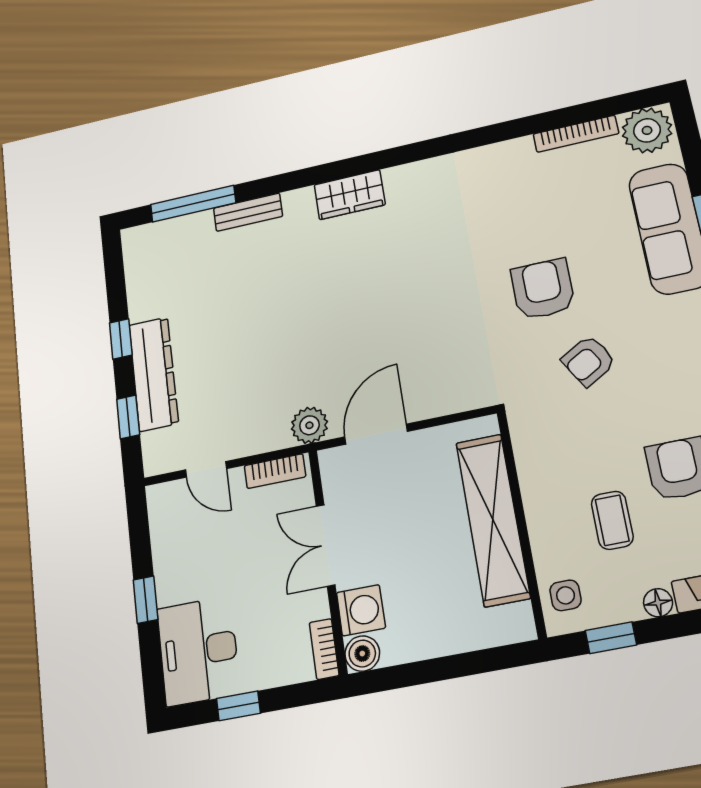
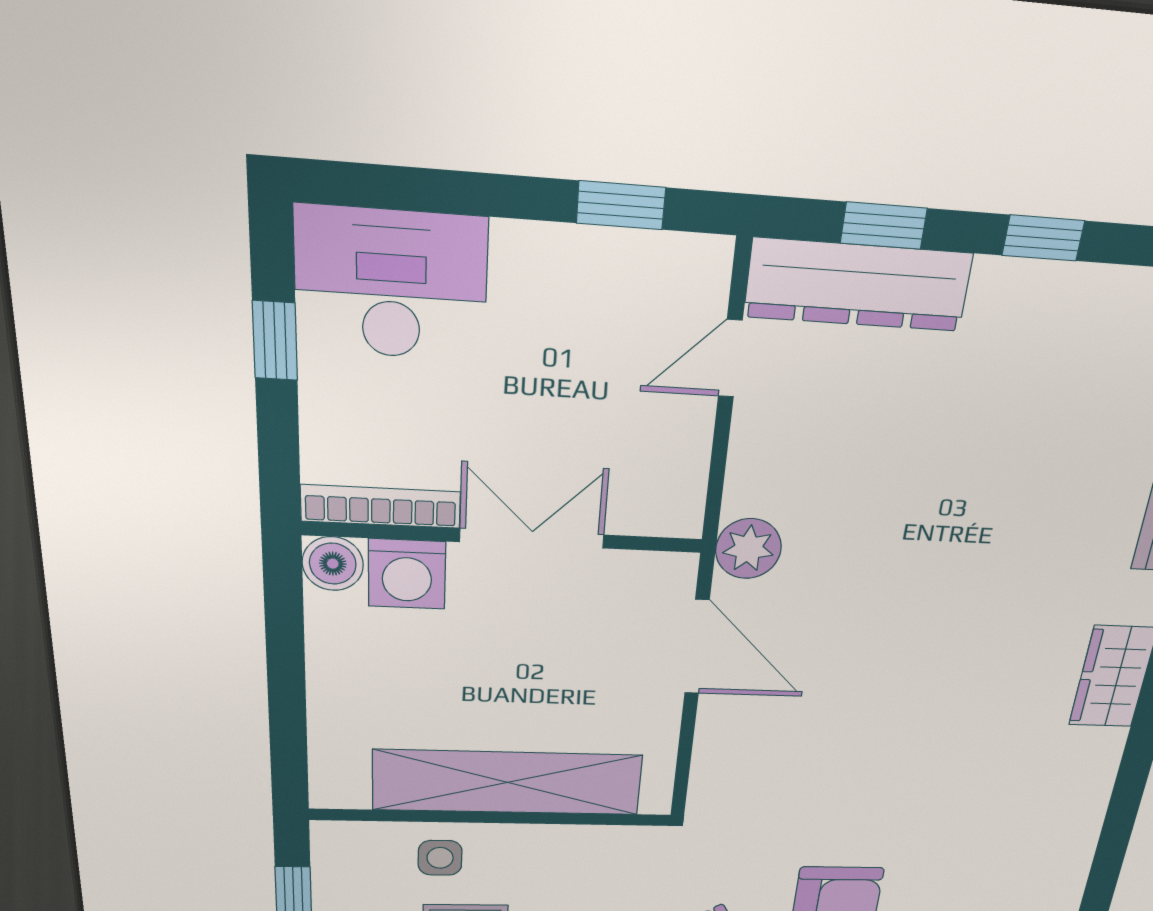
dresser: (154, 374) -> (858, 285), moved
bookcase: (275, 471) -> (687, 479), removed
side table: (566, 595) -> (440, 858), moved
window: (145, 600) -> (621, 205), moved
bookcase: (324, 649) -> (381, 506), width x1.56

